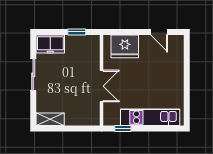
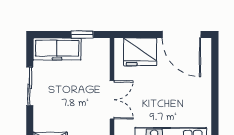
door: (159, 32) -> (181, 35), width x1.87
freezer: (50, 44) -> (57, 49), width x1.40

